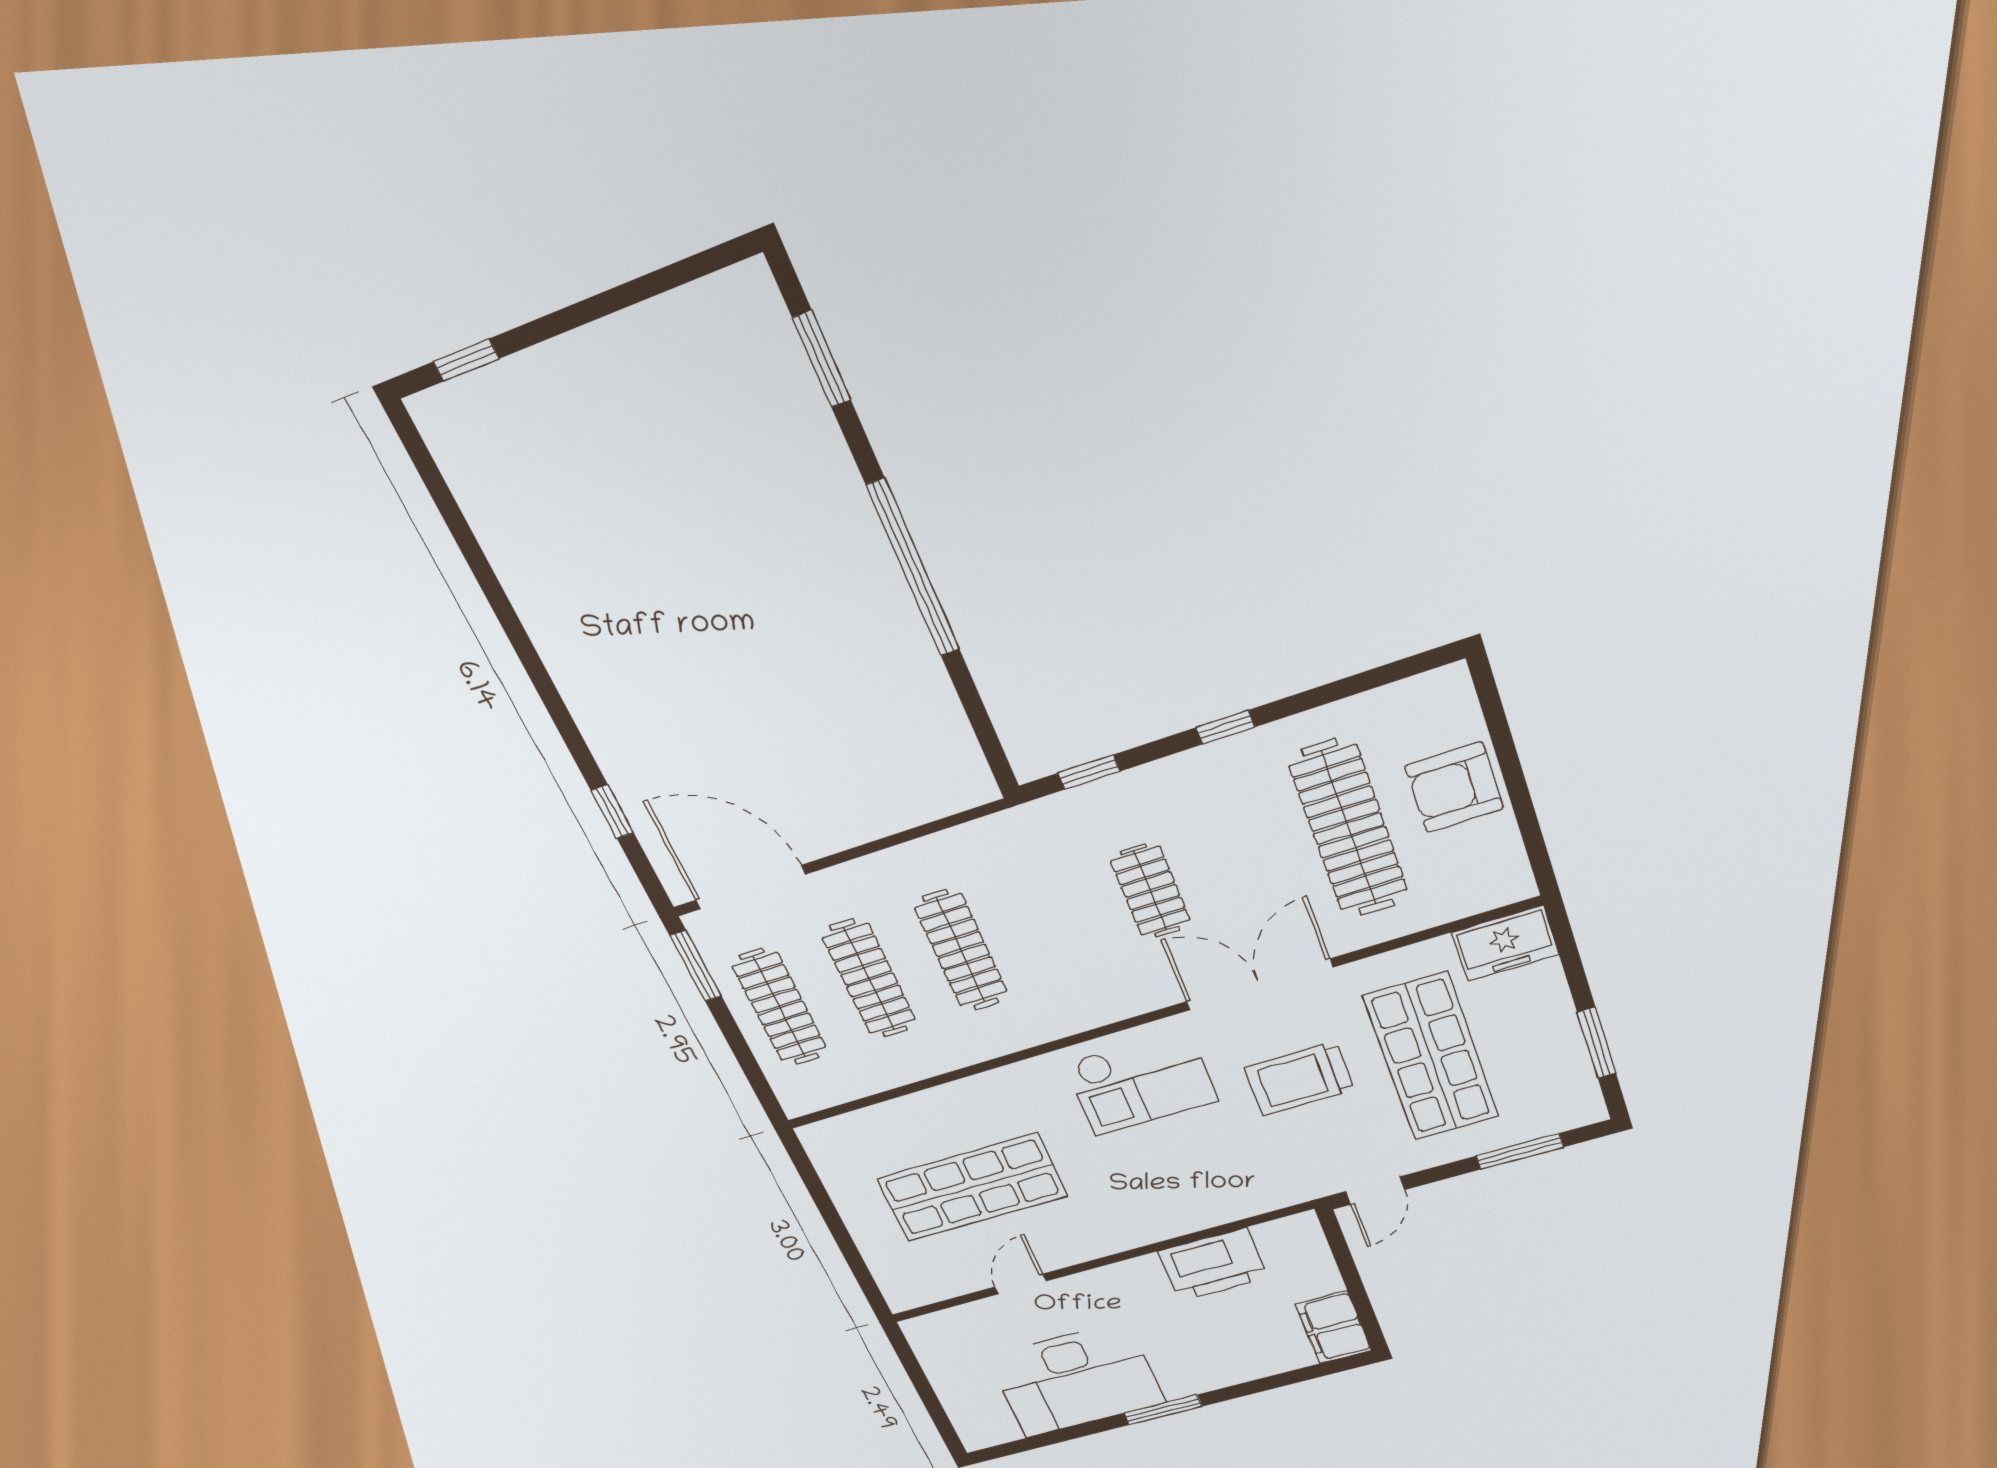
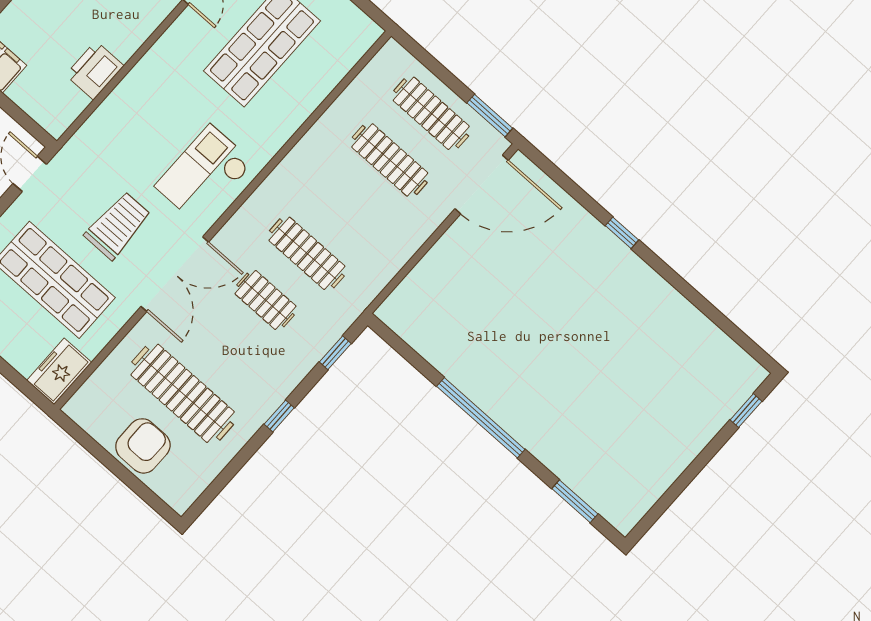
window: (612, 812) -> (622, 233), moved
clothes rail: (961, 950) -> (307, 253), moved
printer: (1213, 1265) -> (95, 70), width x0.73, depth x0.84

